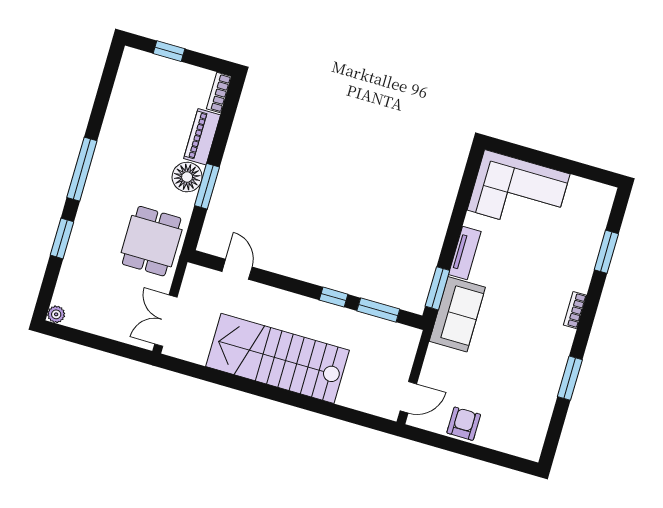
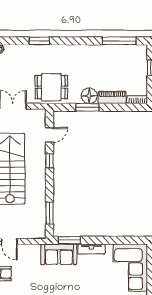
window: (82, 169) -> (119, 41), moved
window: (334, 297) -> (49, 161), moved

